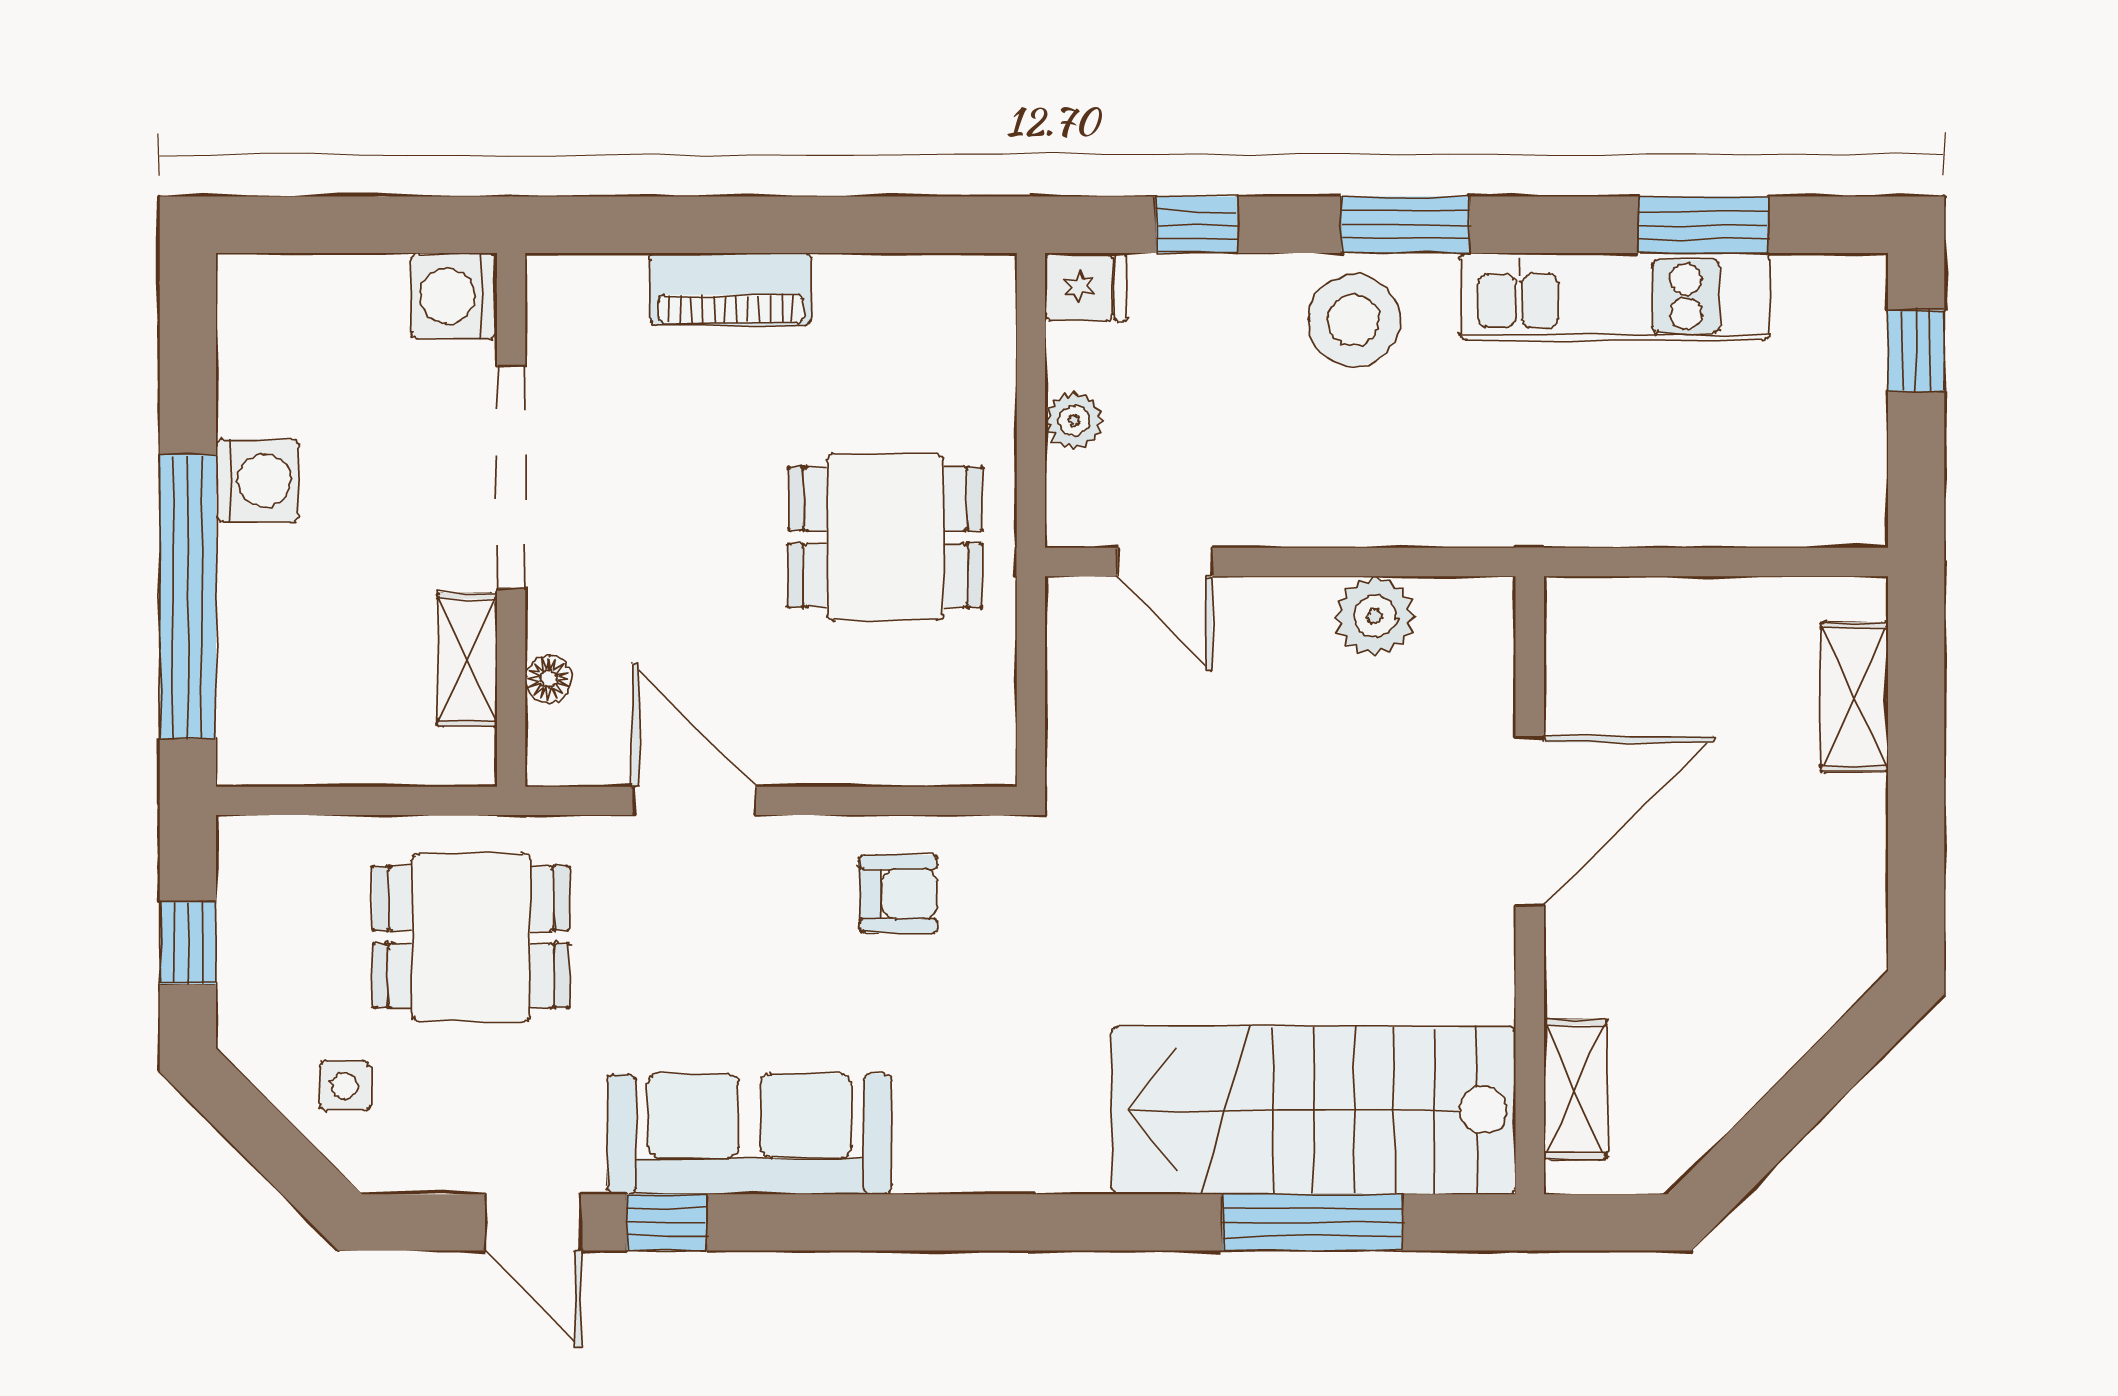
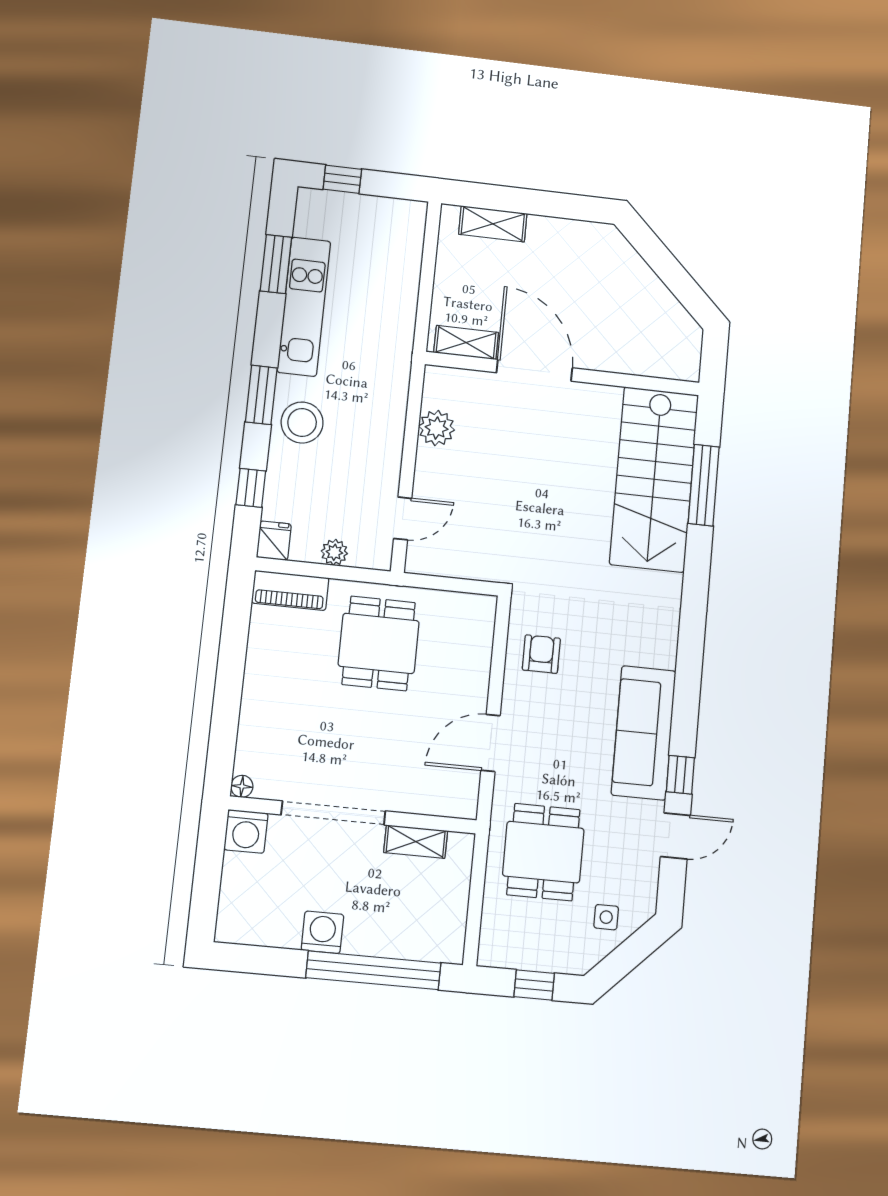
piano: (731, 289) -> (290, 590), moved, turned 90
floor lamp: (549, 679) -> (242, 786), moved
shelving: (1575, 1089) -> (466, 343), moved

